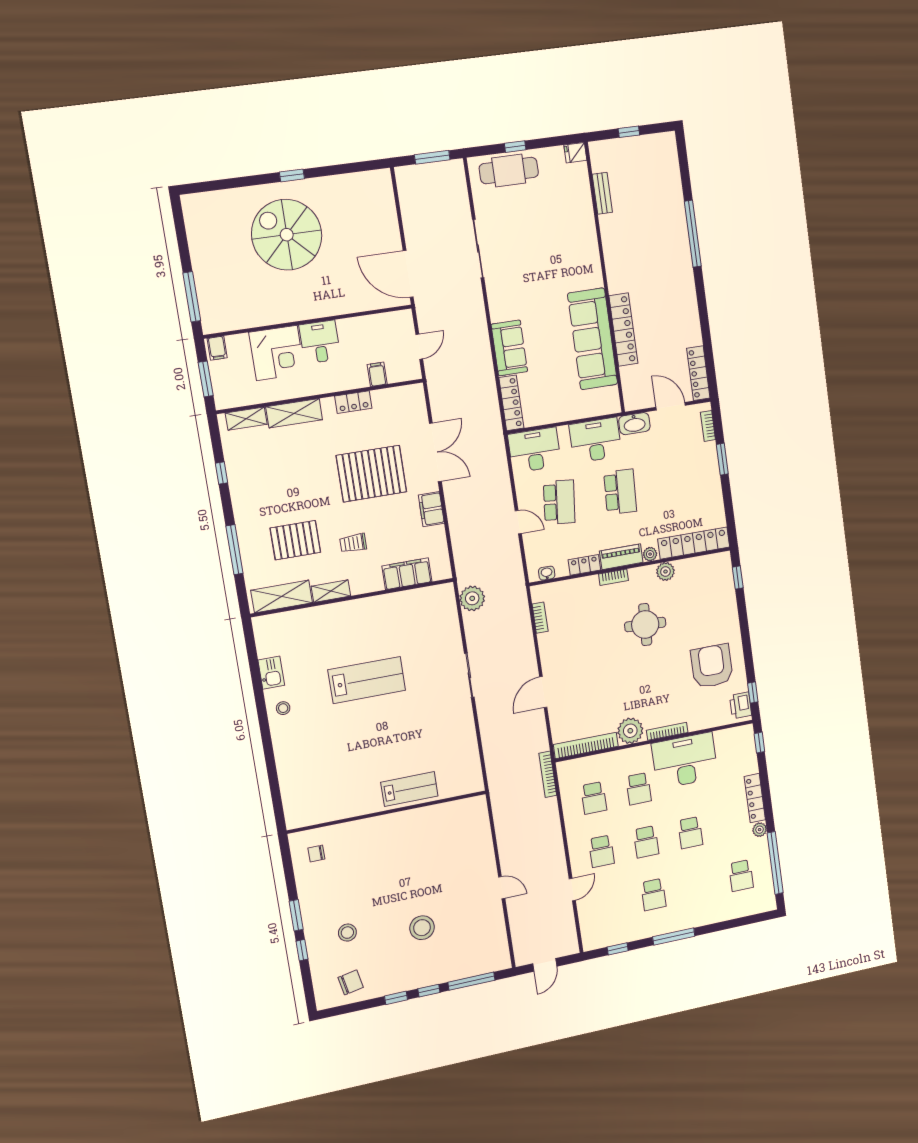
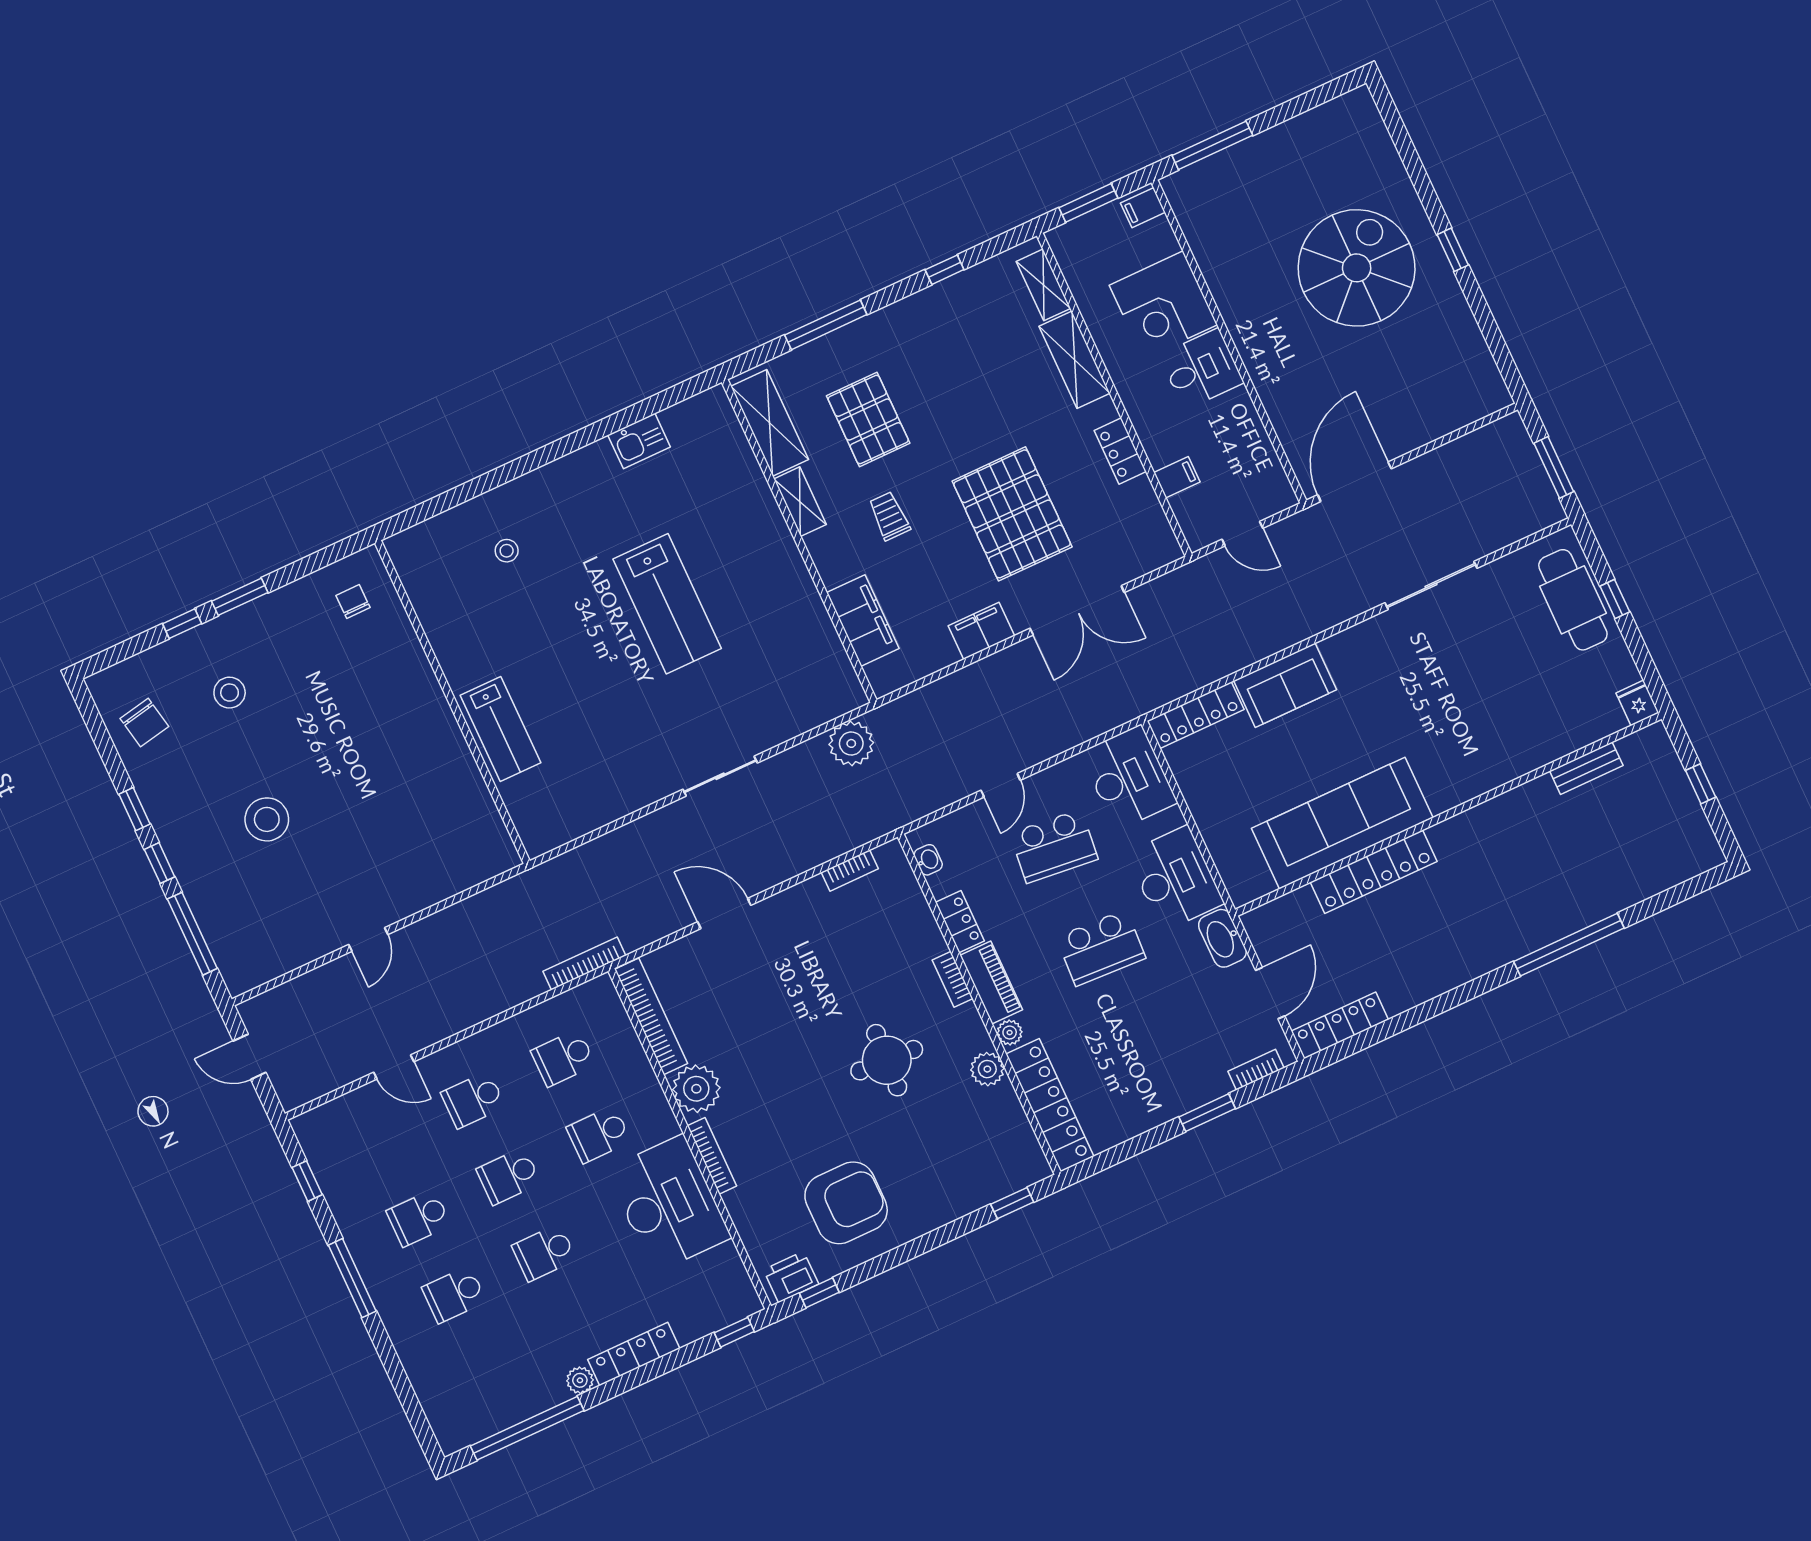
stool: (283, 708) -> (507, 551), moved
school desk: (741, 876) -> (454, 1294), moved

